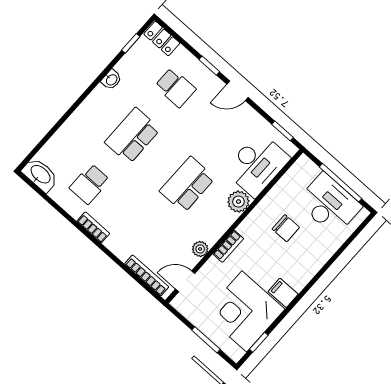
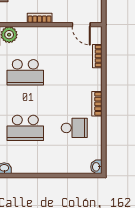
washbasin: (40, 175) -> (96, 167), width x0.52, depth x0.69
plant: (200, 249) -> (55, 32), removed
bookcase: (147, 275) -> (97, 56), width x0.64

